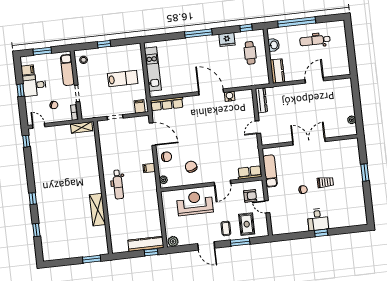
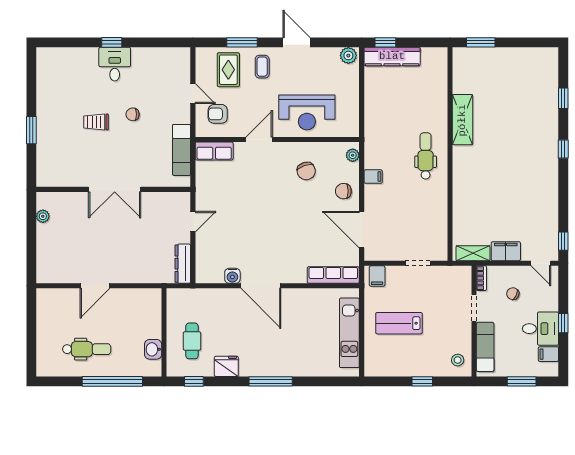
kitchen counter: (277, 71) -> (152, 307), removed
filing cabinet: (61, 131) -> (506, 251), added

